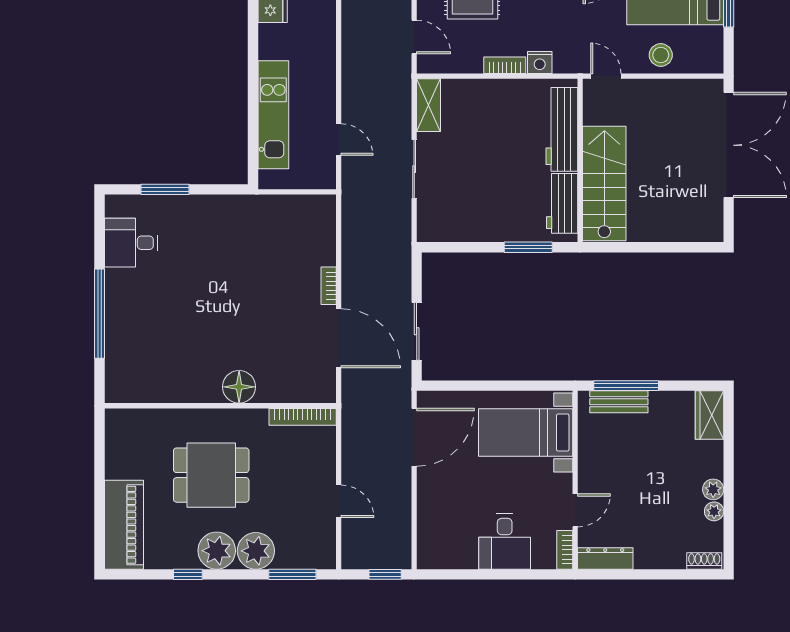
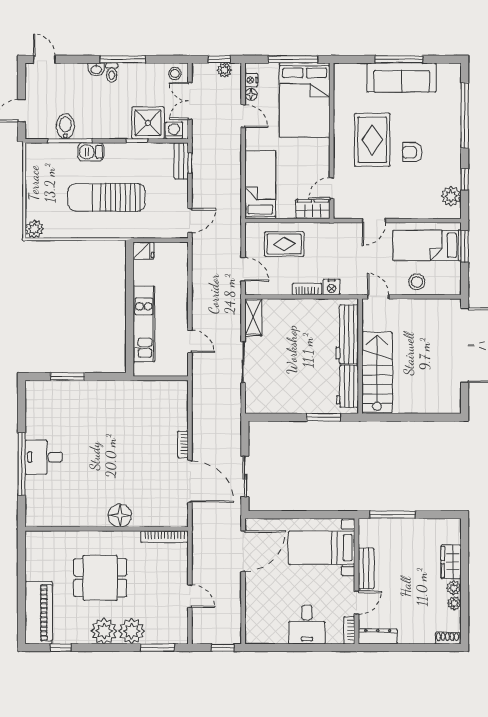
desk: (131, 243) -> (44, 457), moved
bench: (619, 402) -> (366, 568), moved, turned 90
wardrobe: (709, 415) -> (451, 562), moved
window: (188, 574) -> (61, 648), moved

